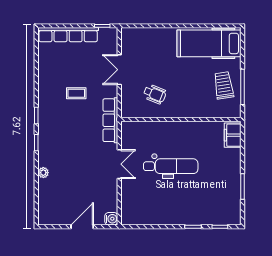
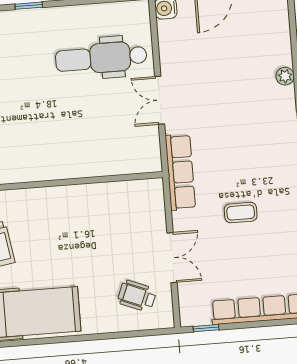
wheelchair: (155, 94) -> (137, 296), moved
dental chair: (171, 166) -> (101, 58), moved

